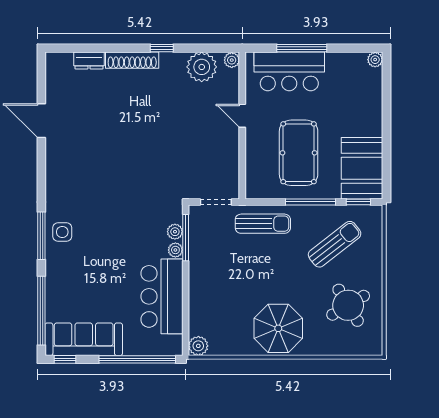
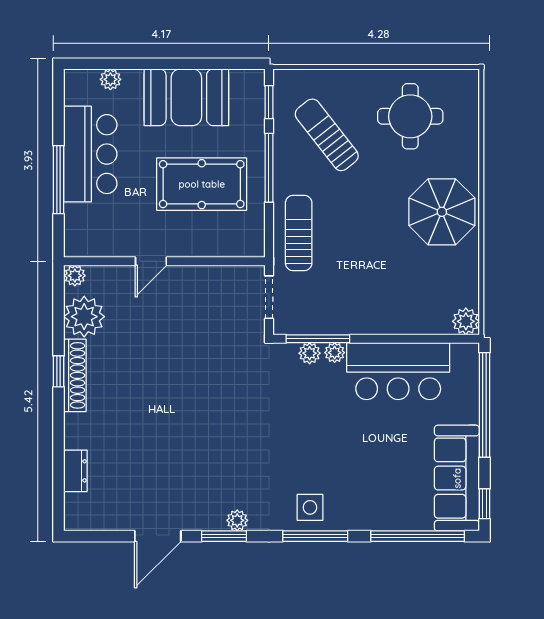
shoe rack: (132, 60) -> (75, 375), moved
plant: (375, 60) -> (110, 79), moved
bar counter: (289, 71) -> (90, 154), moved
booth: (362, 168) -> (186, 97), moved
window: (41, 169) -> (224, 536), added
plant: (53, 179) -> (237, 520), added
round table: (348, 305) -> (410, 116), turned 31

